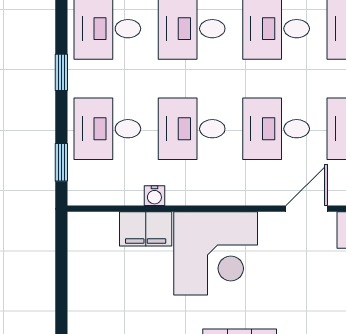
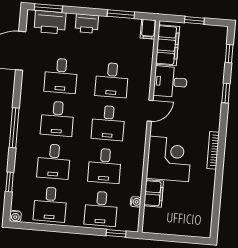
window: (61, 72) -> (70, 230), removed
water cooler: (154, 196) -> (136, 202), moved
door: (307, 209) -> (150, 111), swing flipped

